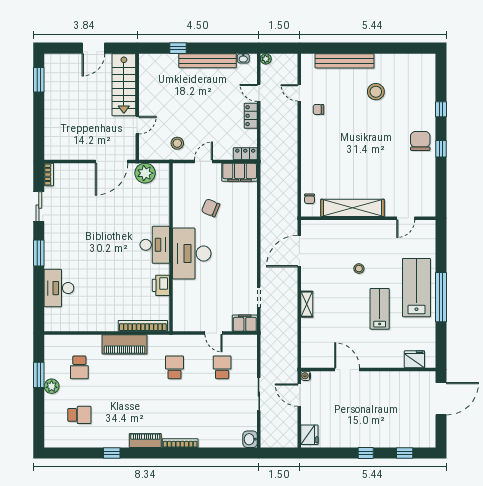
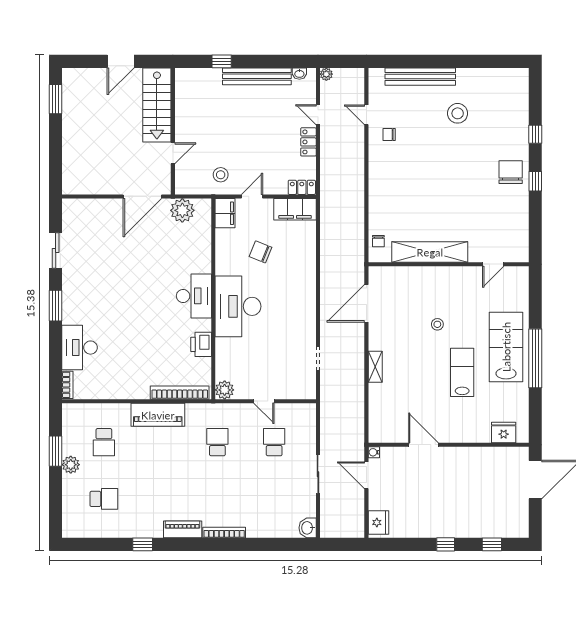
bookcase: (49, 174) -> (67, 385), moved
filing cabinet: (245, 323) -> (225, 213), moved, turned 90
plant: (180, 324) -> (225, 390), added

